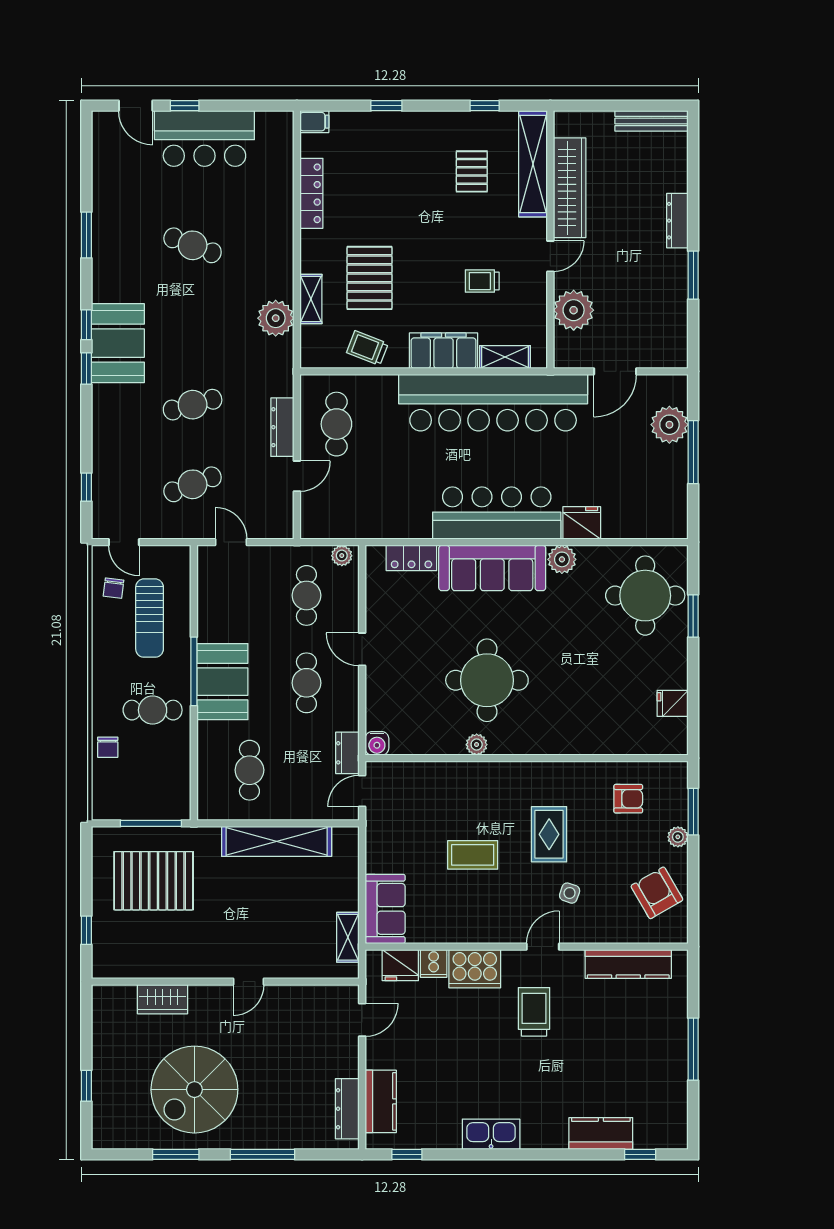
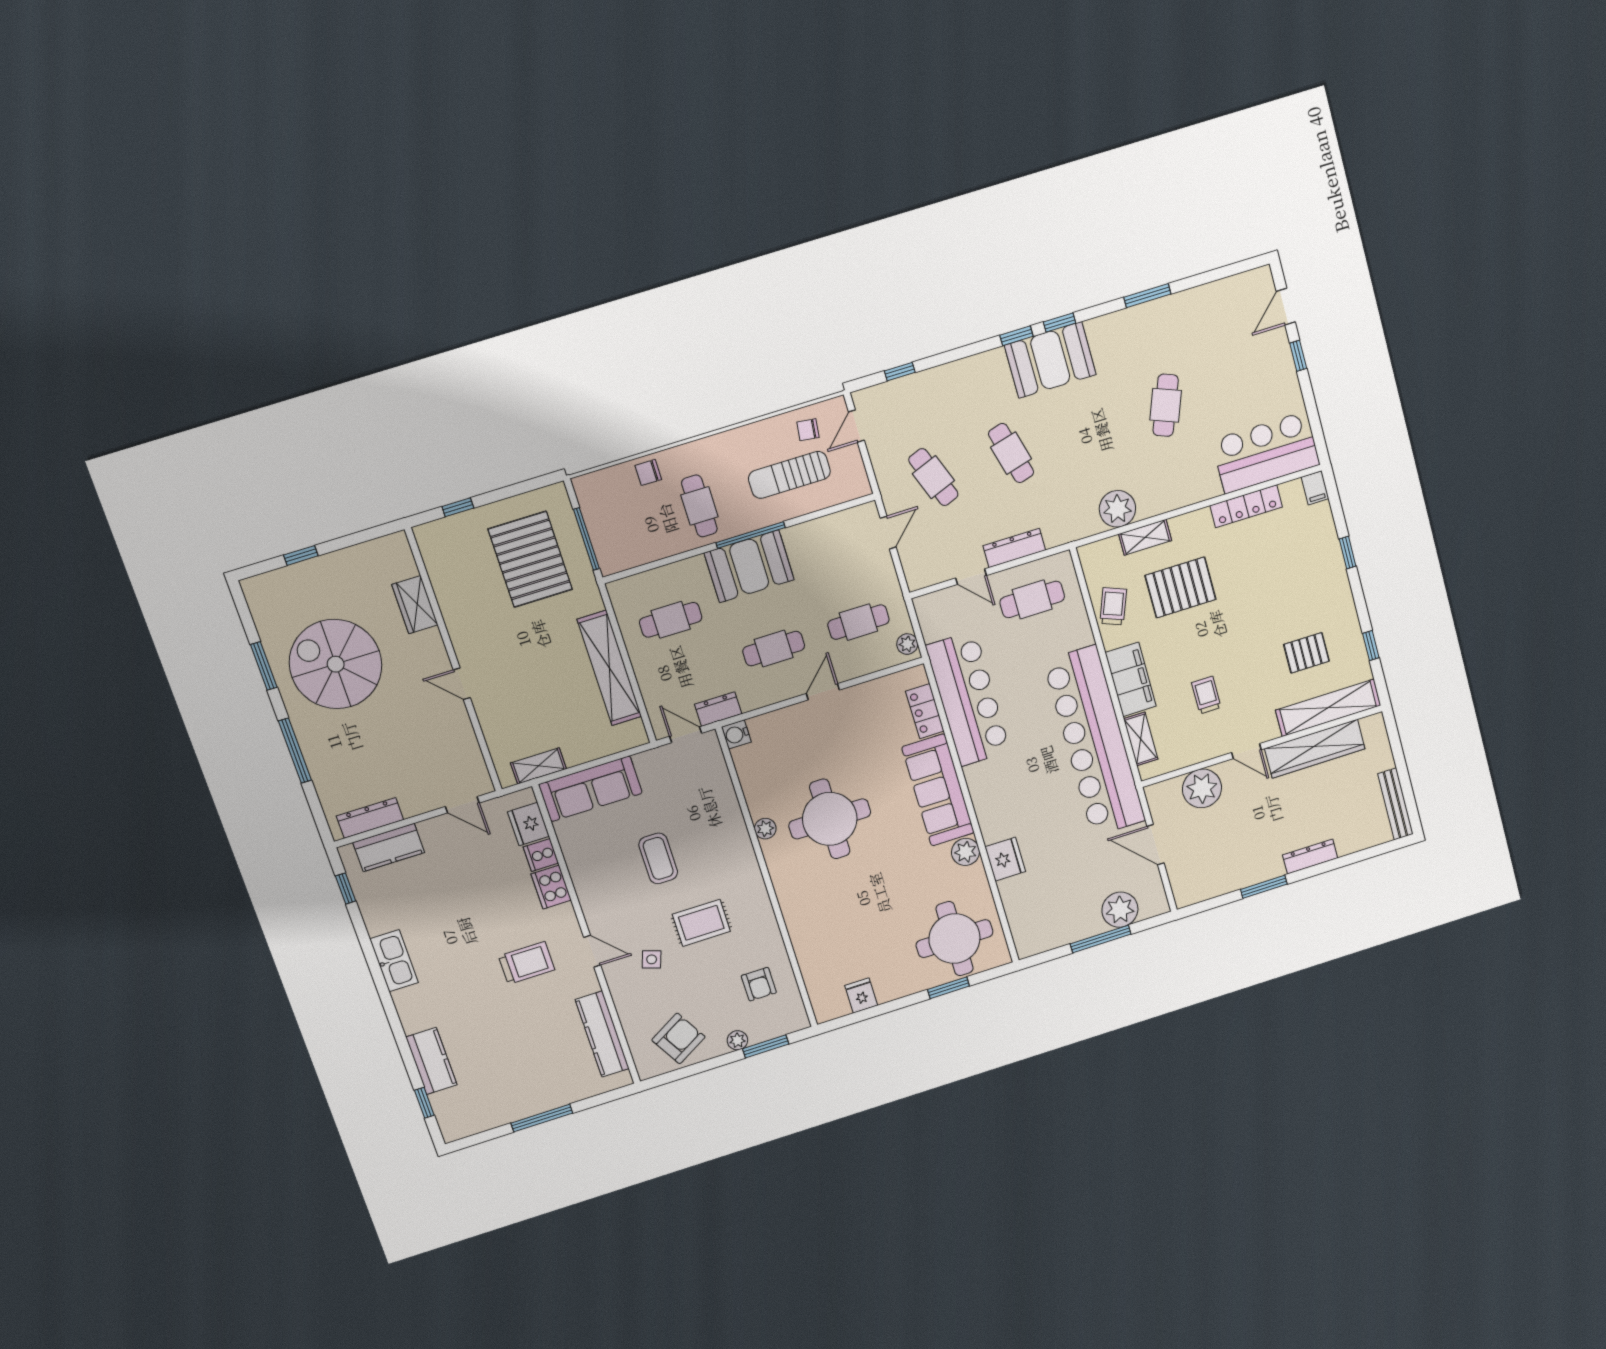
bar counter: (204, 139) -> (1266, 452), moved, turned 90
bar counter: (497, 513) -> (968, 699), moved
sofa: (385, 909) -> (590, 789), width x1.36
cooker: (475, 969) -> (551, 887), width x0.73, depth x0.76

